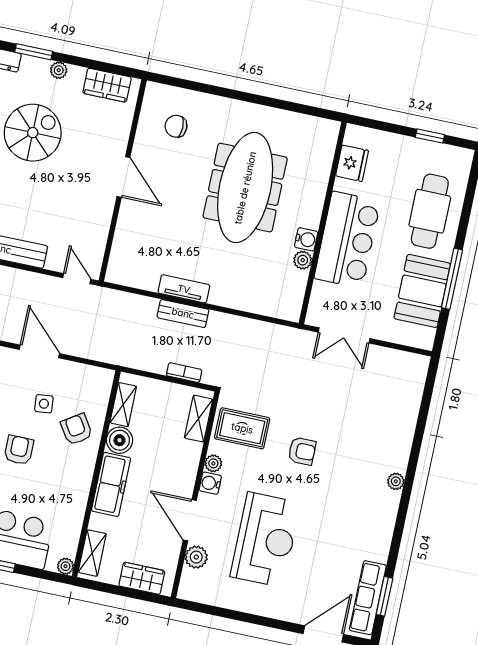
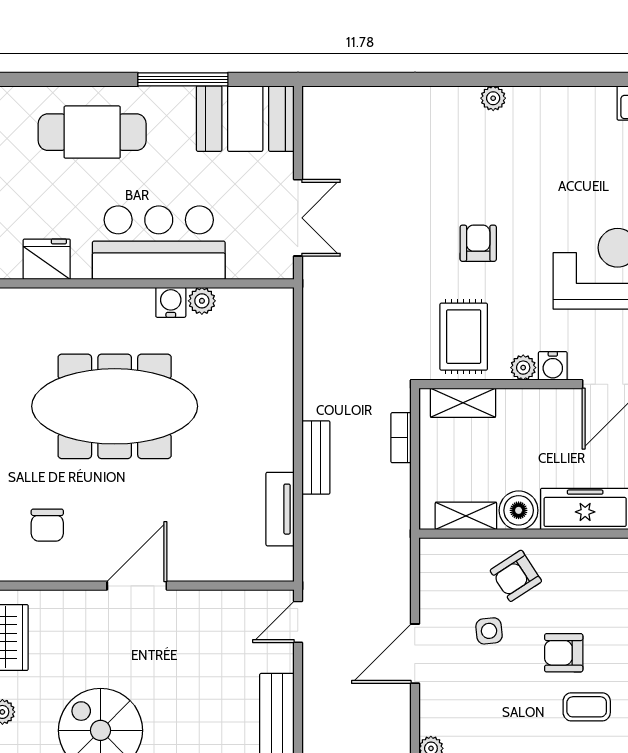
tv unit: (184, 289) -> (280, 509), moved
booth: (422, 291) -> (245, 119), moved

